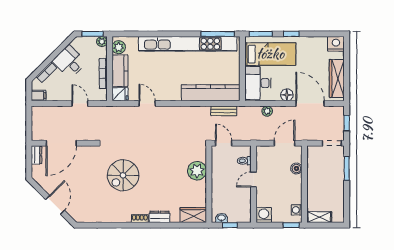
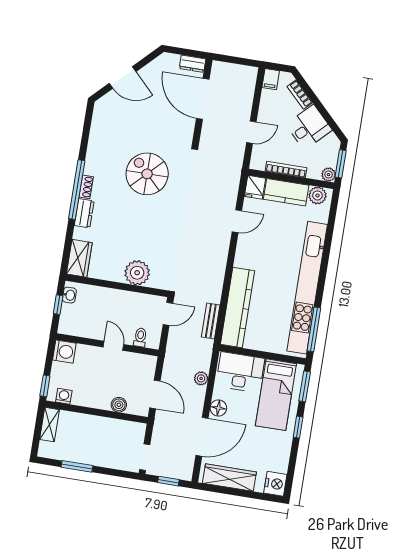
window: (347, 169) -> (77, 466), moved
window: (143, 225) -> (77, 190), added

